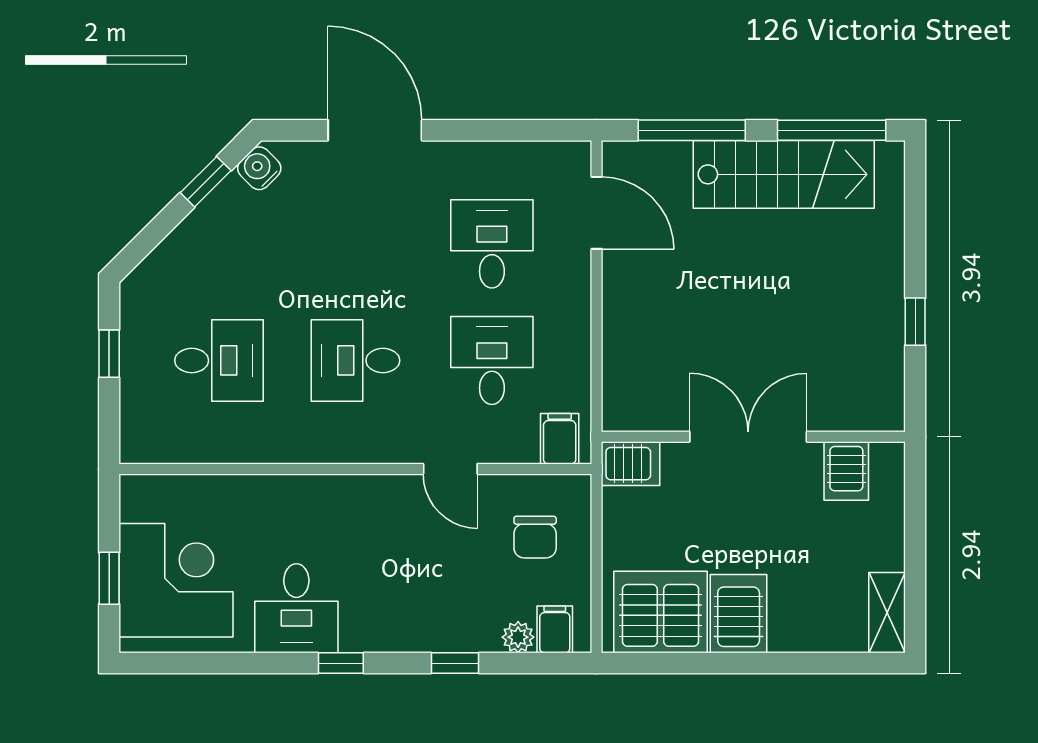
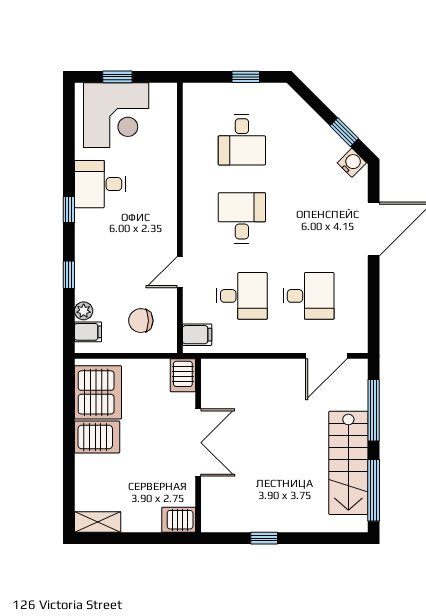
server rack: (846, 471) -> (179, 520), moved

